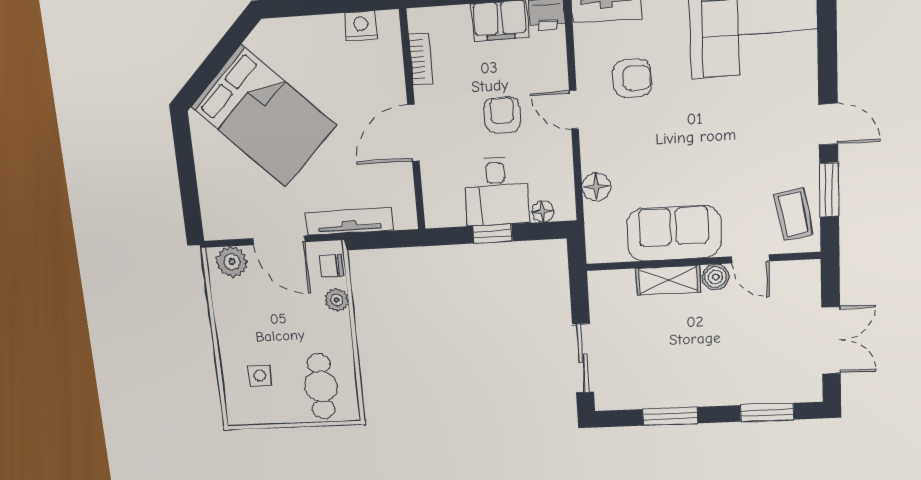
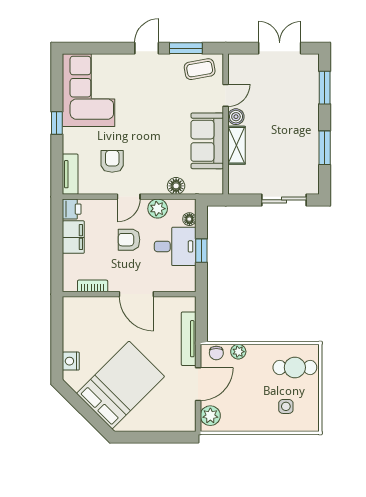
nightstand: (361, 26) -> (71, 361), moved
plant: (557, 159) -> (158, 209), added

